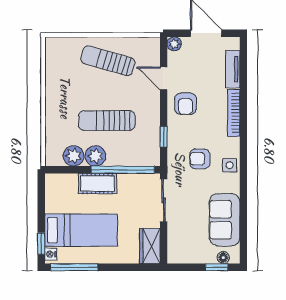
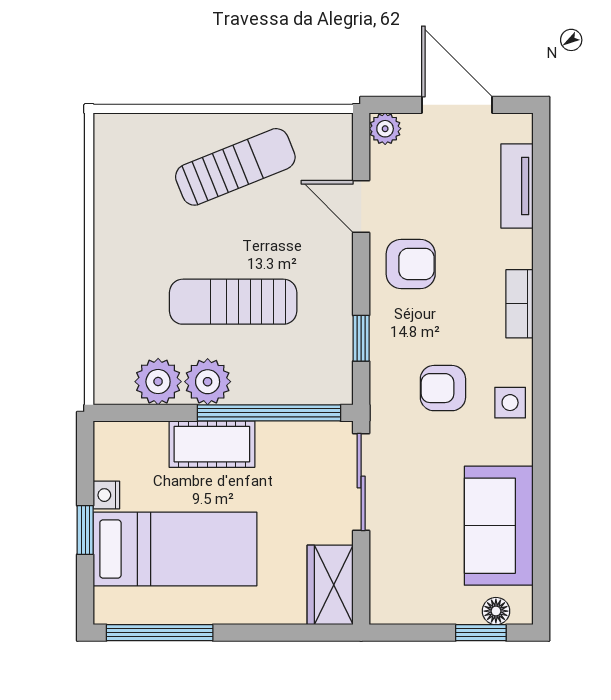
sun lounger: (108, 61) -> (235, 167), turned 142
armchair: (185, 104) -> (411, 264), turned -90
bookcase: (234, 113) -> (520, 304), width x0.64
window: (41, 244) -> (85, 530), moved
nightstand: (51, 254) -> (106, 495), moved

